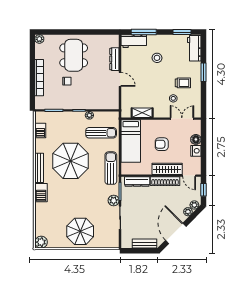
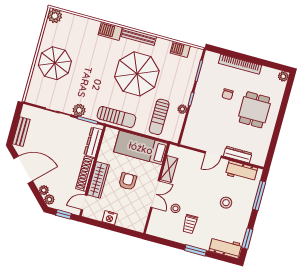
workbench: (134, 41) -> (241, 171), moved, turned -90
dining table: (74, 55) -> (254, 110), width x0.73
double door: (182, 119) -> (155, 194), moved
floor lamp: (196, 139) -> (122, 221), removed

